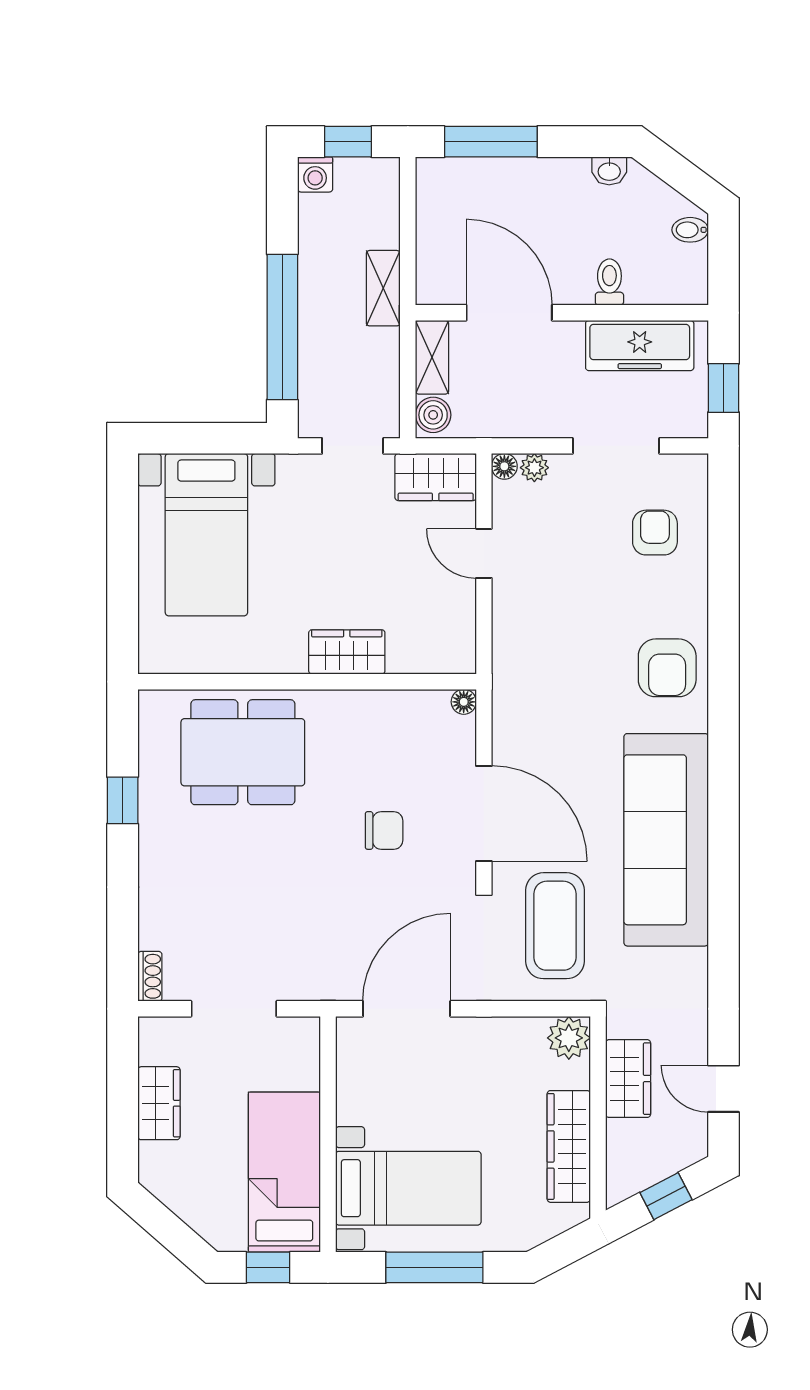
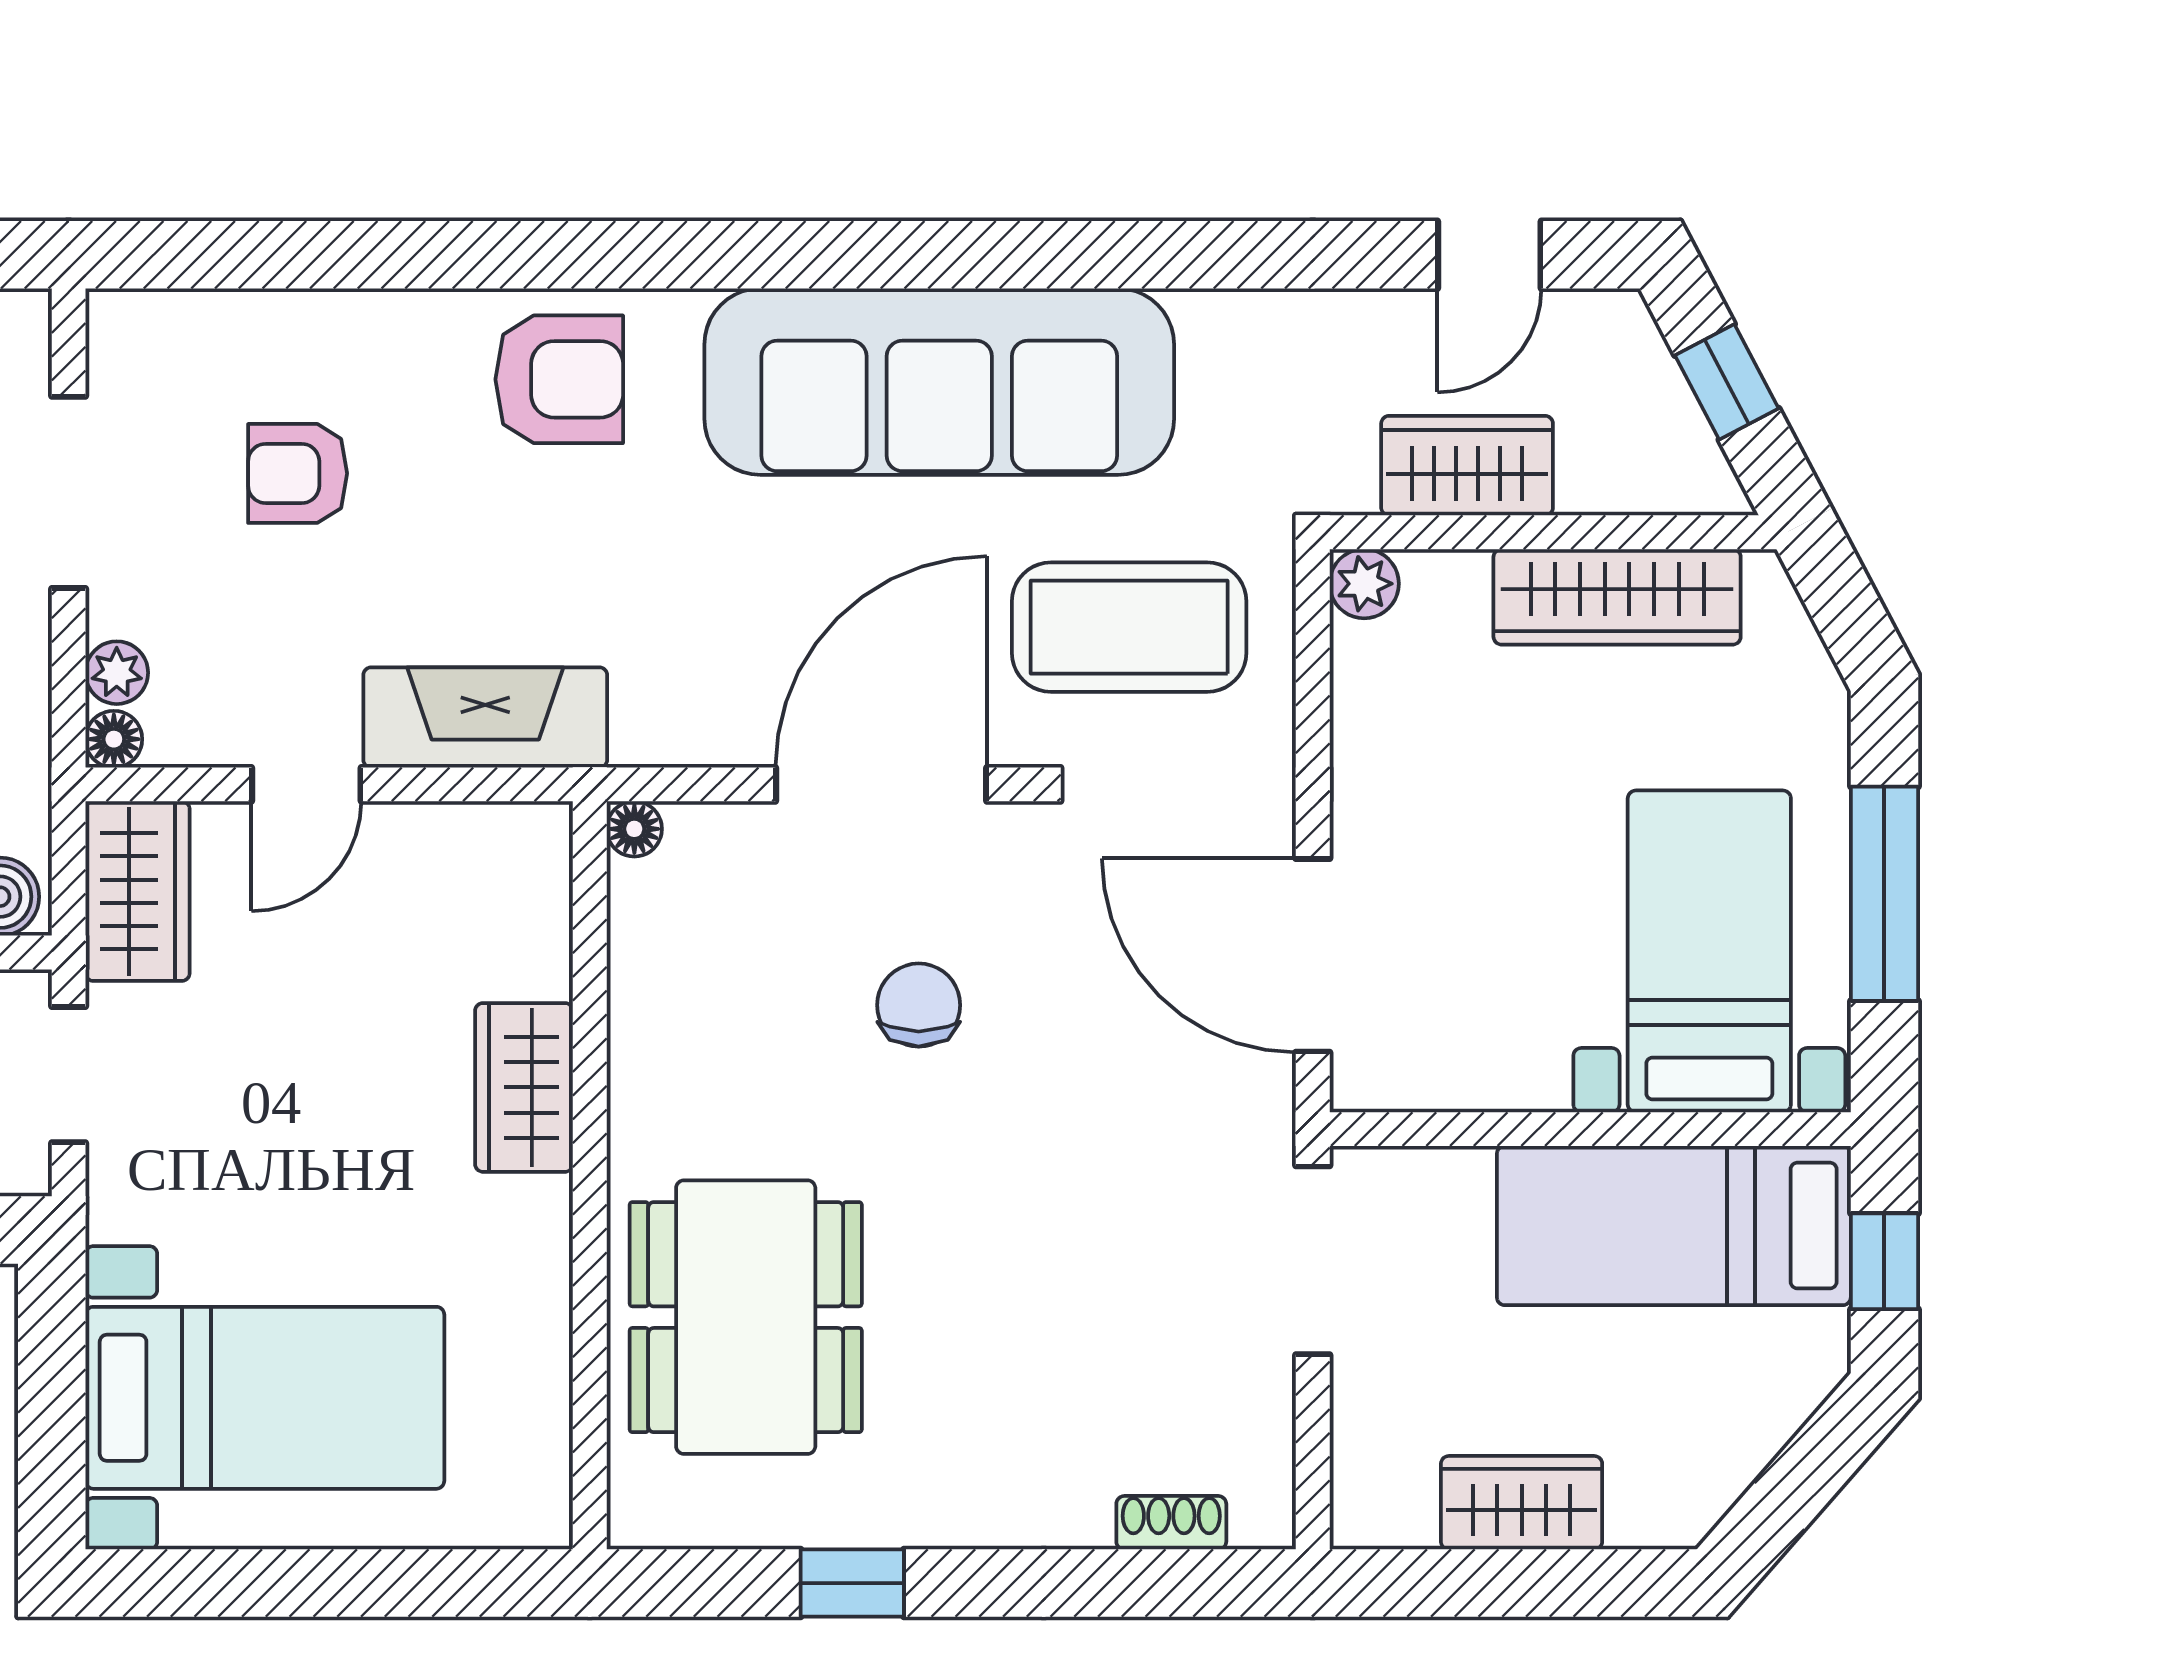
armchair: (655, 533) -> (298, 473), moved
fireplace: (514, 634) -> (485, 717), added
shoe rack: (150, 976) -> (1171, 1523), moved
doorway: (234, 1009) -> (1313, 1260), moved
plant: (569, 1038) -> (1364, 584), width x0.73, depth x0.73

